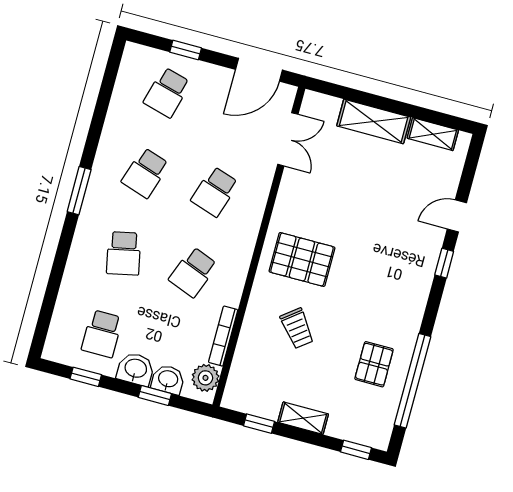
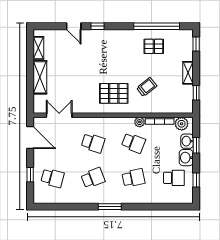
school desk: (145, 173) -> (93, 178), turned -39
pallet: (302, 259) -> (114, 93), turned 90
plant: (231, 295) -> (140, 122), added

